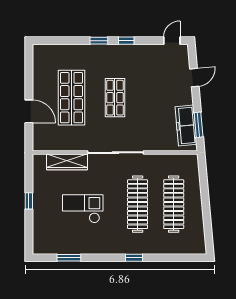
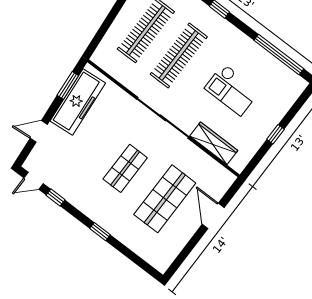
window: (126, 41) -> (55, 198), moved
freezer: (186, 126) -> (78, 102), width x1.36, depth x1.26
window: (69, 258) -> (279, 55), width x2.11

